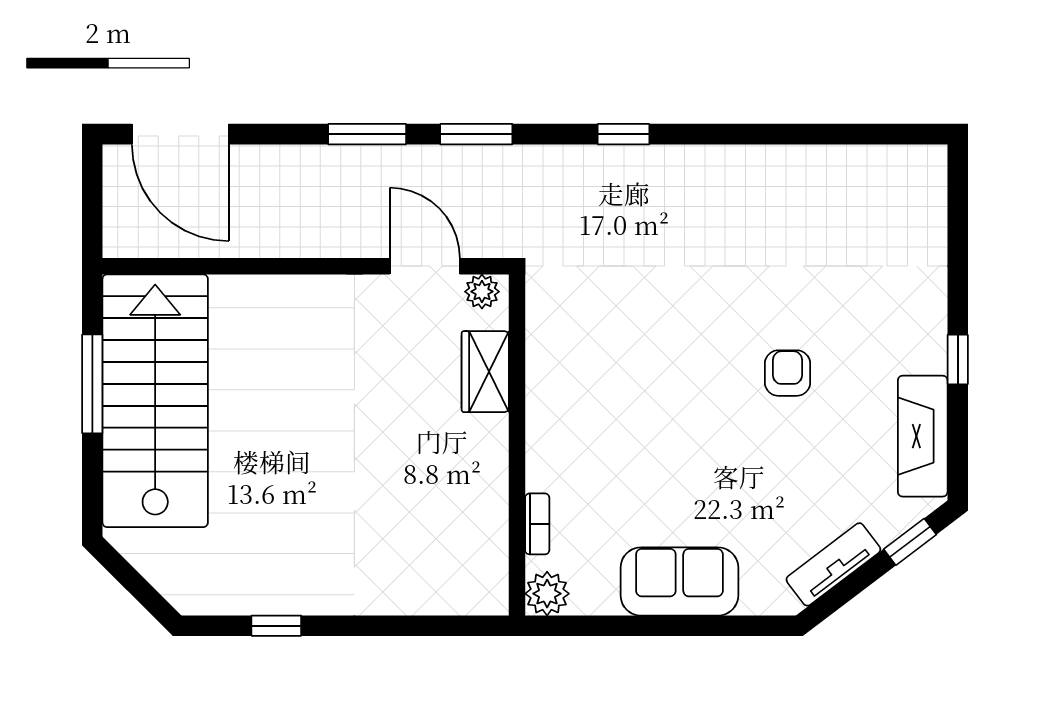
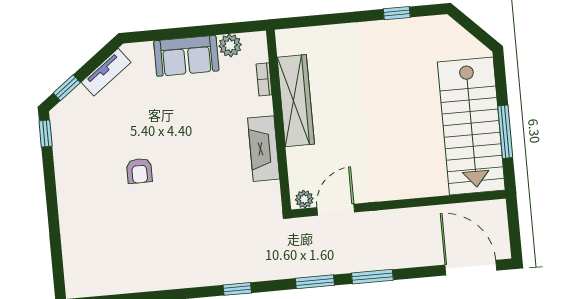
door: (425, 266) -> (336, 210), swing flipped
window: (958, 360) -> (46, 134), moved
wardrobe: (485, 372) -> (296, 101), moved, width x2.10, depth x1.17
fireplace: (923, 436) -> (264, 149), moved, turned 180
plant: (547, 594) -> (230, 45), moved

